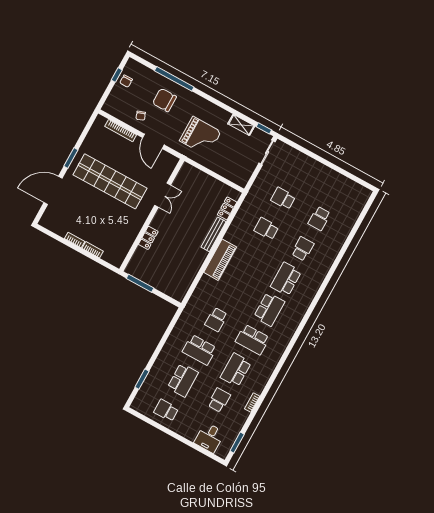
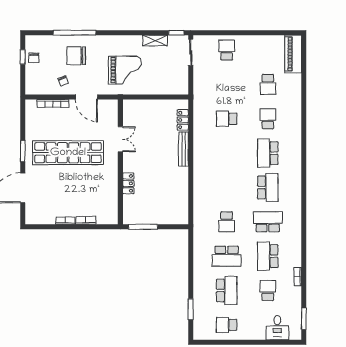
school desk: (283, 198) -> (227, 50), moved, turned 90
piano: (220, 260) -> (293, 54), moved, turned 180
school desk: (252, 340) -> (268, 222), turned 180

